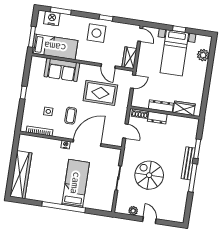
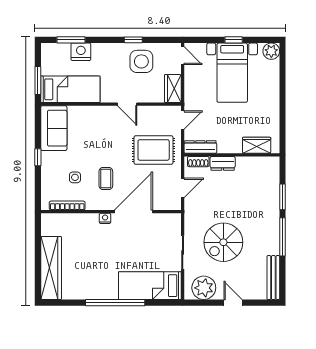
nightstand: (52, 18) -> (81, 52), moved
side table: (96, 33) -> (141, 61), moved
plant: (203, 55) -> (271, 51), moved
door: (108, 66) -> (127, 104), moved
sofa: (62, 70) -> (54, 128), moved, turned -90
rug: (100, 93) -> (154, 150), moved
dresser: (161, 106) -> (200, 147), moved
door: (125, 131) -> (183, 188), hinge flipped
bench: (188, 163) -> (273, 278), moved
spiral stairs: (149, 175) -> (223, 242), turned -90
bed: (76, 183) -> (150, 286), moved, turned -90
plant: (133, 211) -> (204, 288), width x1.87, depth x1.87

